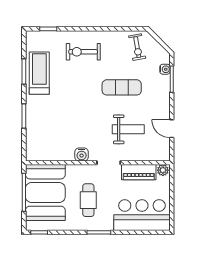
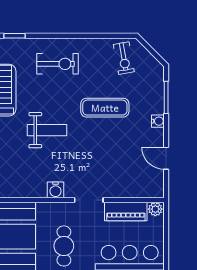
exercise bike: (83, 52) -> (57, 64), turned 180
water cooler: (165, 69) -> (158, 121), moved
weight bench: (128, 129) -> (47, 130), moved

